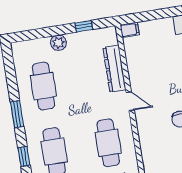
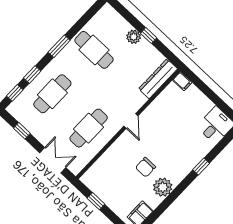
window: (84, 26) -> (149, 36), moved
dresser: (114, 69) -> (158, 79), moved
cafe table: (44, 86) -> (94, 50), turned 90

